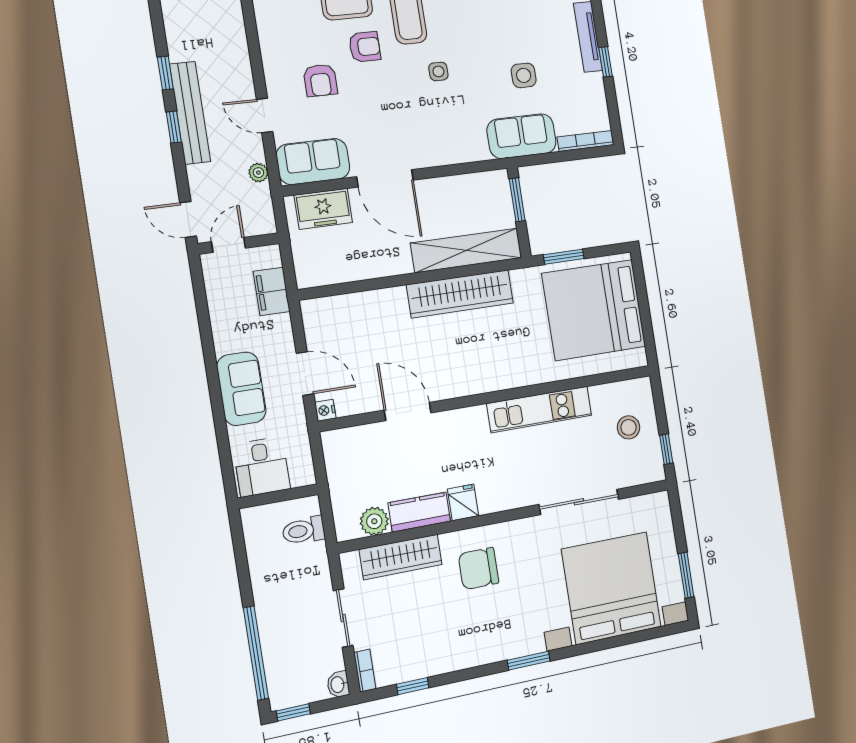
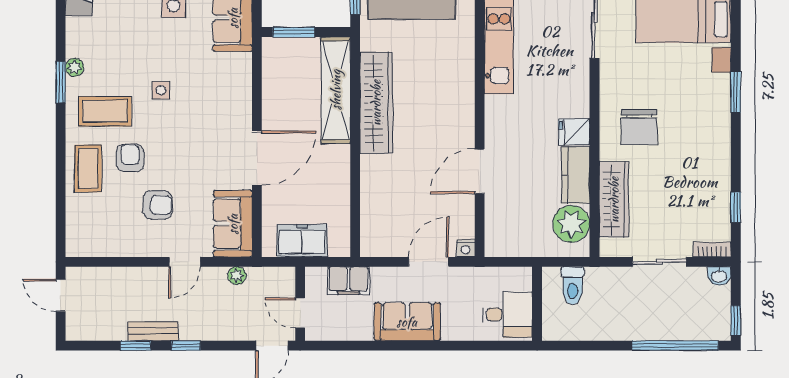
bench: (190, 113) -> (153, 331), width x0.54, depth x0.82
freezer: (323, 209) -> (302, 241), moved, turned -90
sofa: (241, 389) -> (407, 322), moved
plant: (374, 521) -> (571, 224), width x1.36, depth x1.36

